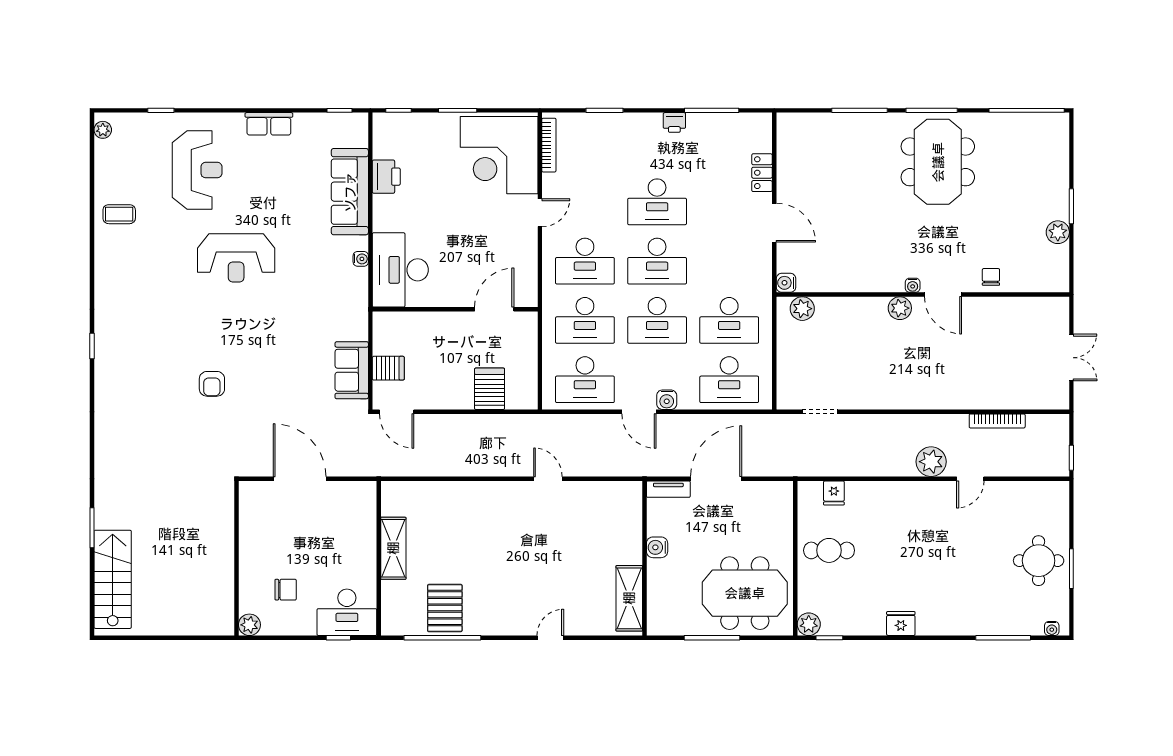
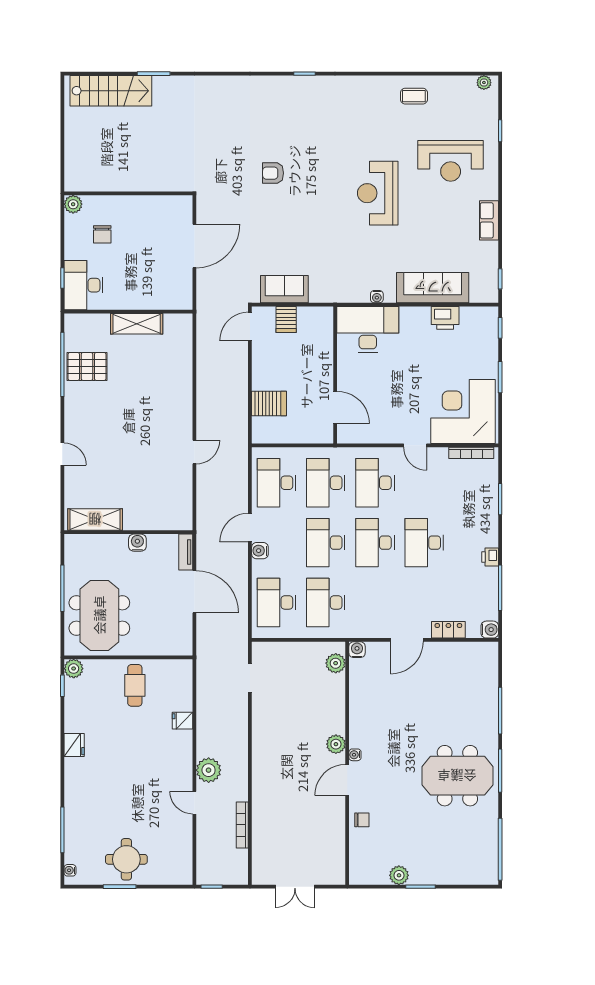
water cooler: (762, 123) -> (490, 630), added
coffee table: (119, 214) -> (414, 96), turned 90
fridge: (834, 493) -> (183, 721), moved

